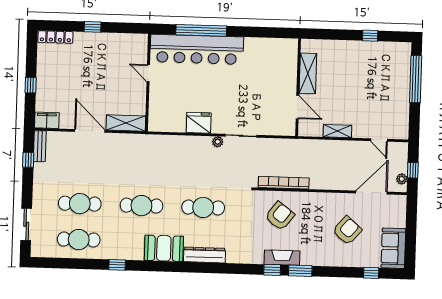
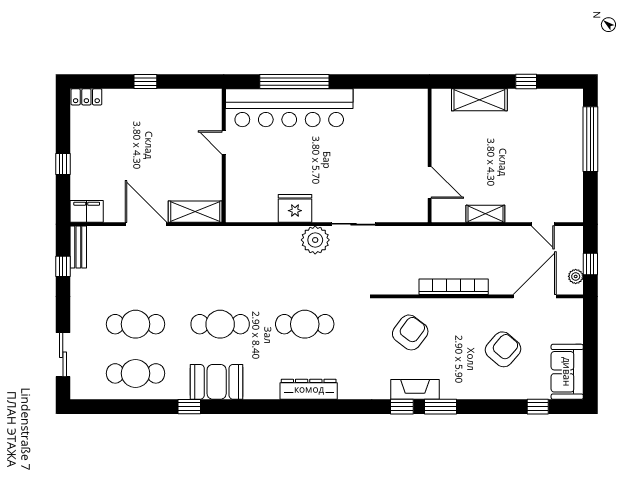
locker: (55, 37) -> (86, 97), width x0.66
shelving: (308, 73) -> (479, 100), moved, turned 90
plant: (218, 142) -> (315, 240), width x1.88, depth x1.88
bookcase: (284, 183) -> (454, 287), moved
booth: (164, 248) -> (217, 382), moved

